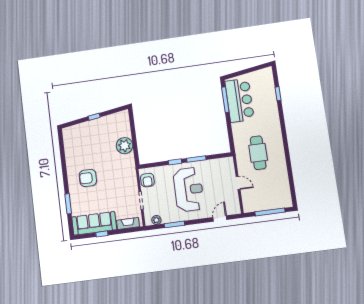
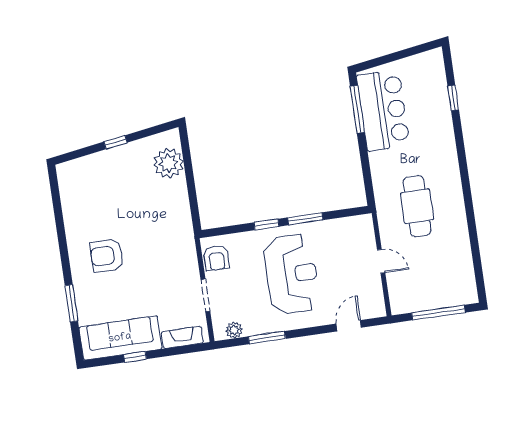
plant: (125, 146) -> (168, 163), moved

